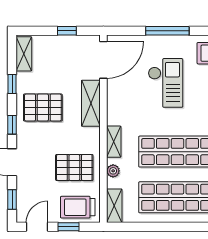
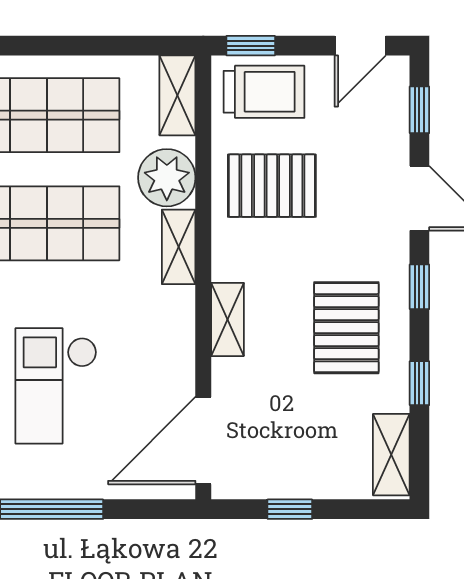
shelving: (91, 103) -> (228, 319), width x0.67, depth x0.75
pallet: (43, 108) -> (346, 328), turned 90
plant: (113, 171) -> (167, 178), width x1.88, depth x1.88
window: (69, 227) -> (251, 46), moved

